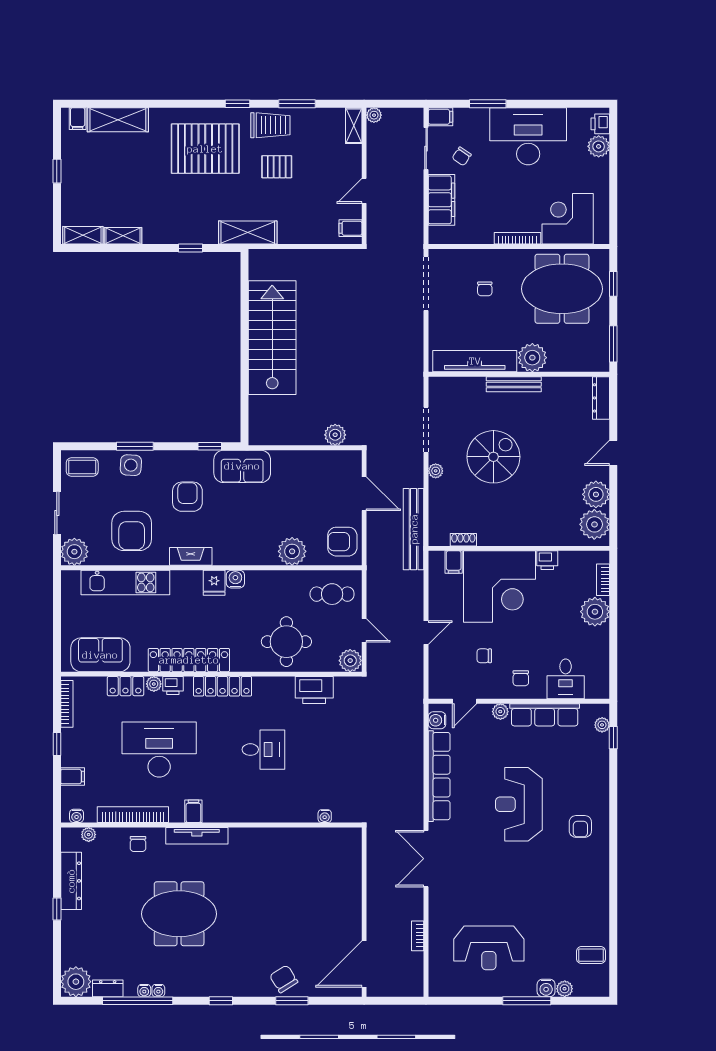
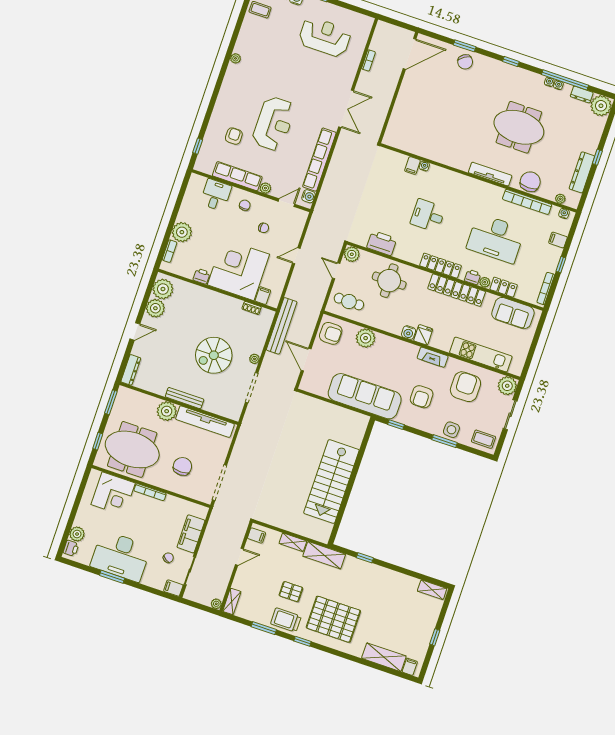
window: (488, 104) -> (112, 577), moved
shelving: (123, 236) -> (293, 542), moved
chair: (485, 289) -> (182, 466), width x1.87, depth x1.87
plant: (335, 435) -> (312, 404), removed
sofa: (242, 466) -> (365, 396), width x1.85, depth x1.27
plant: (602, 725) -> (236, 58), moved
filing cabinet: (193, 811) -> (412, 166), moved
water cooler: (325, 816) -> (424, 166), moved
armchair: (580, 826) -> (234, 136), moved
chair: (138, 844) -> (530, 182), width x1.87, depth x1.87

